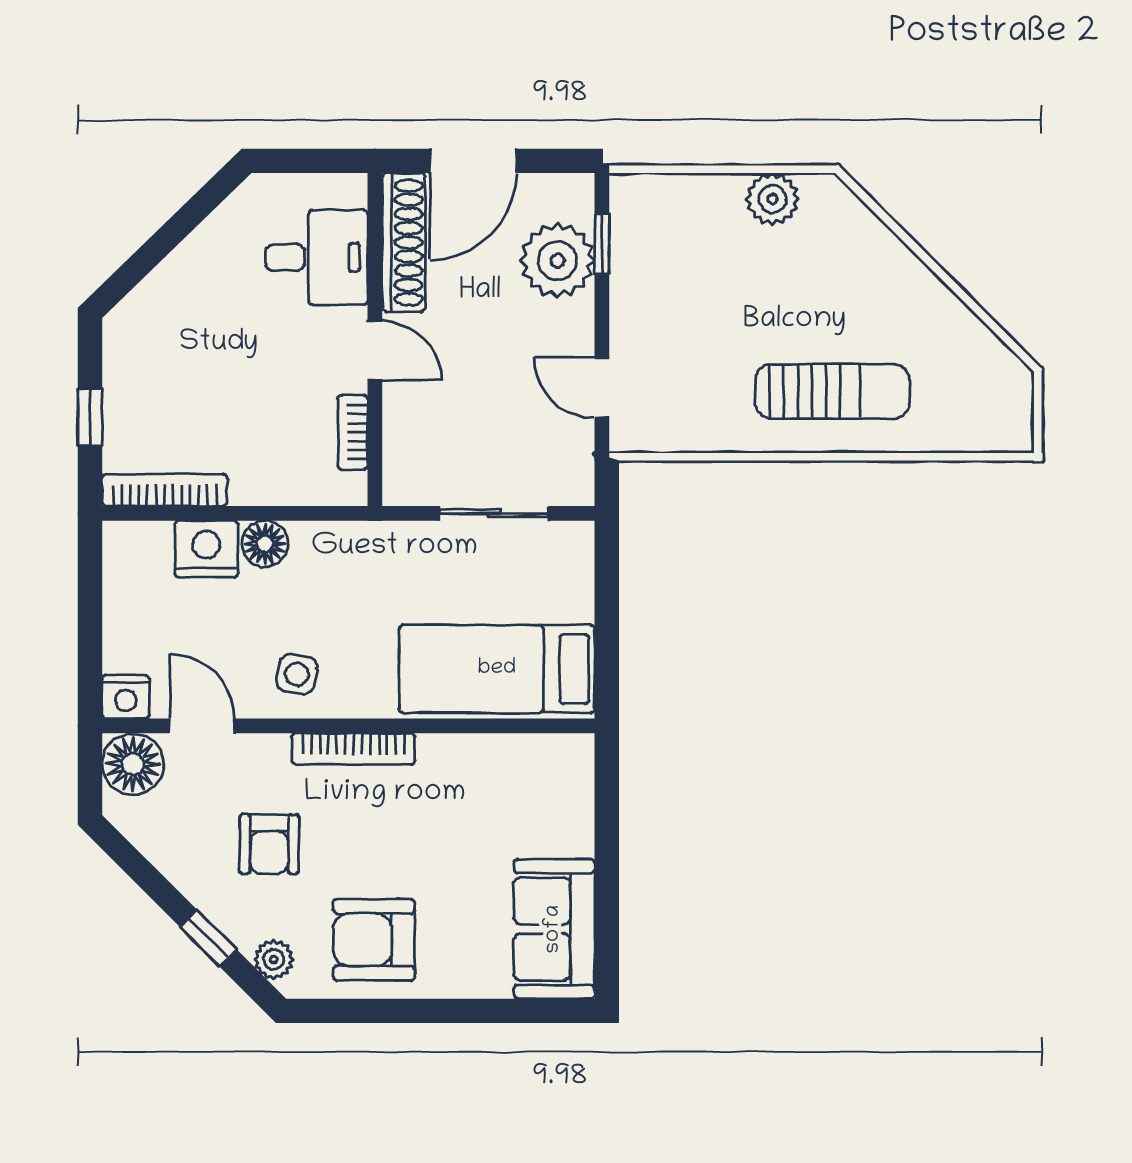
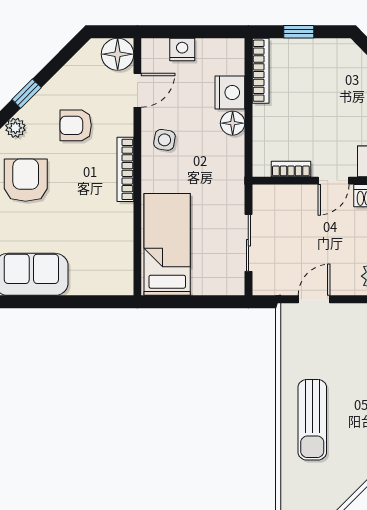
nightstand: (126, 697) -> (182, 49), moved, turned 90

